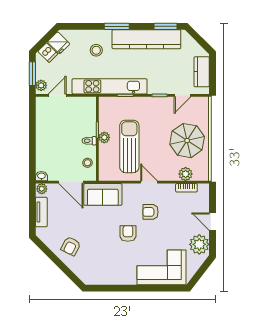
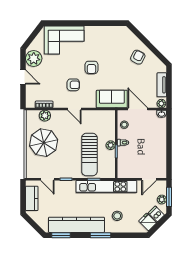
plant: (41, 85) -> (162, 199), moved
door: (182, 95) -> (47, 179), swing flipped
sun lounger: (129, 146) -> (89, 155), moved

